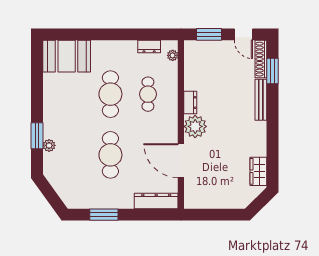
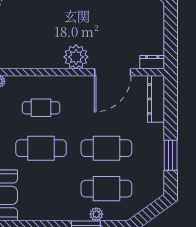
dresser: (190, 103) -> (152, 62), moved
cafe table: (73, 155) -> (106, 189), added

